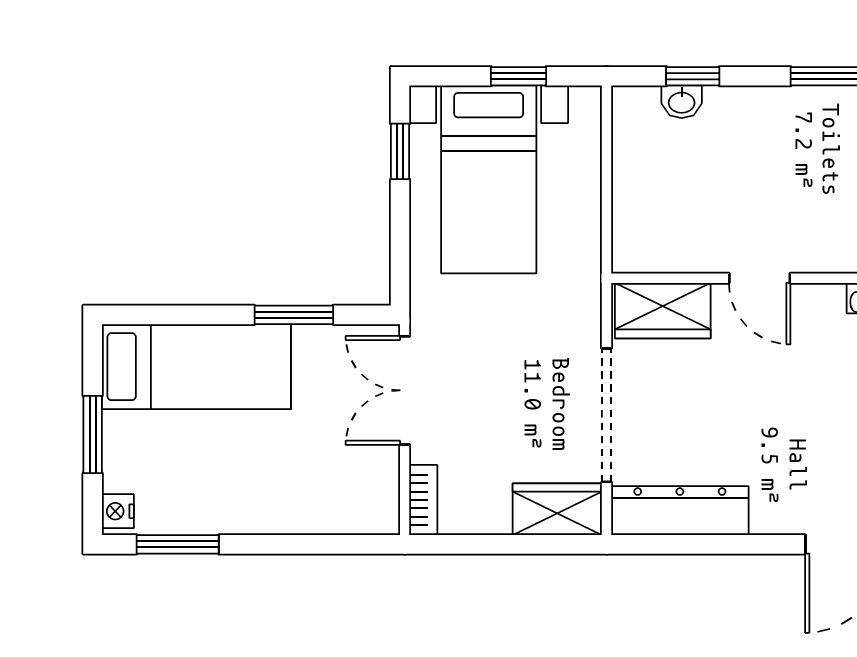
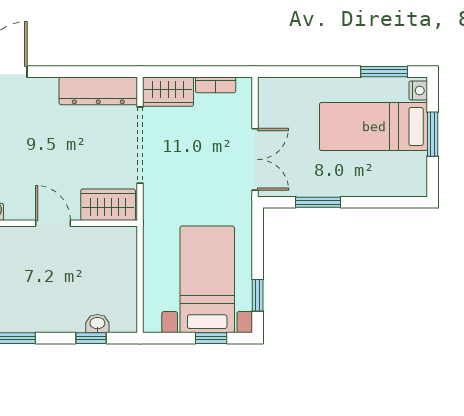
window: (519, 76) -> (211, 338), moved
bed: (196, 367) -> (374, 127), moved
bookcase: (423, 500) -> (216, 85), moved, turned -90

